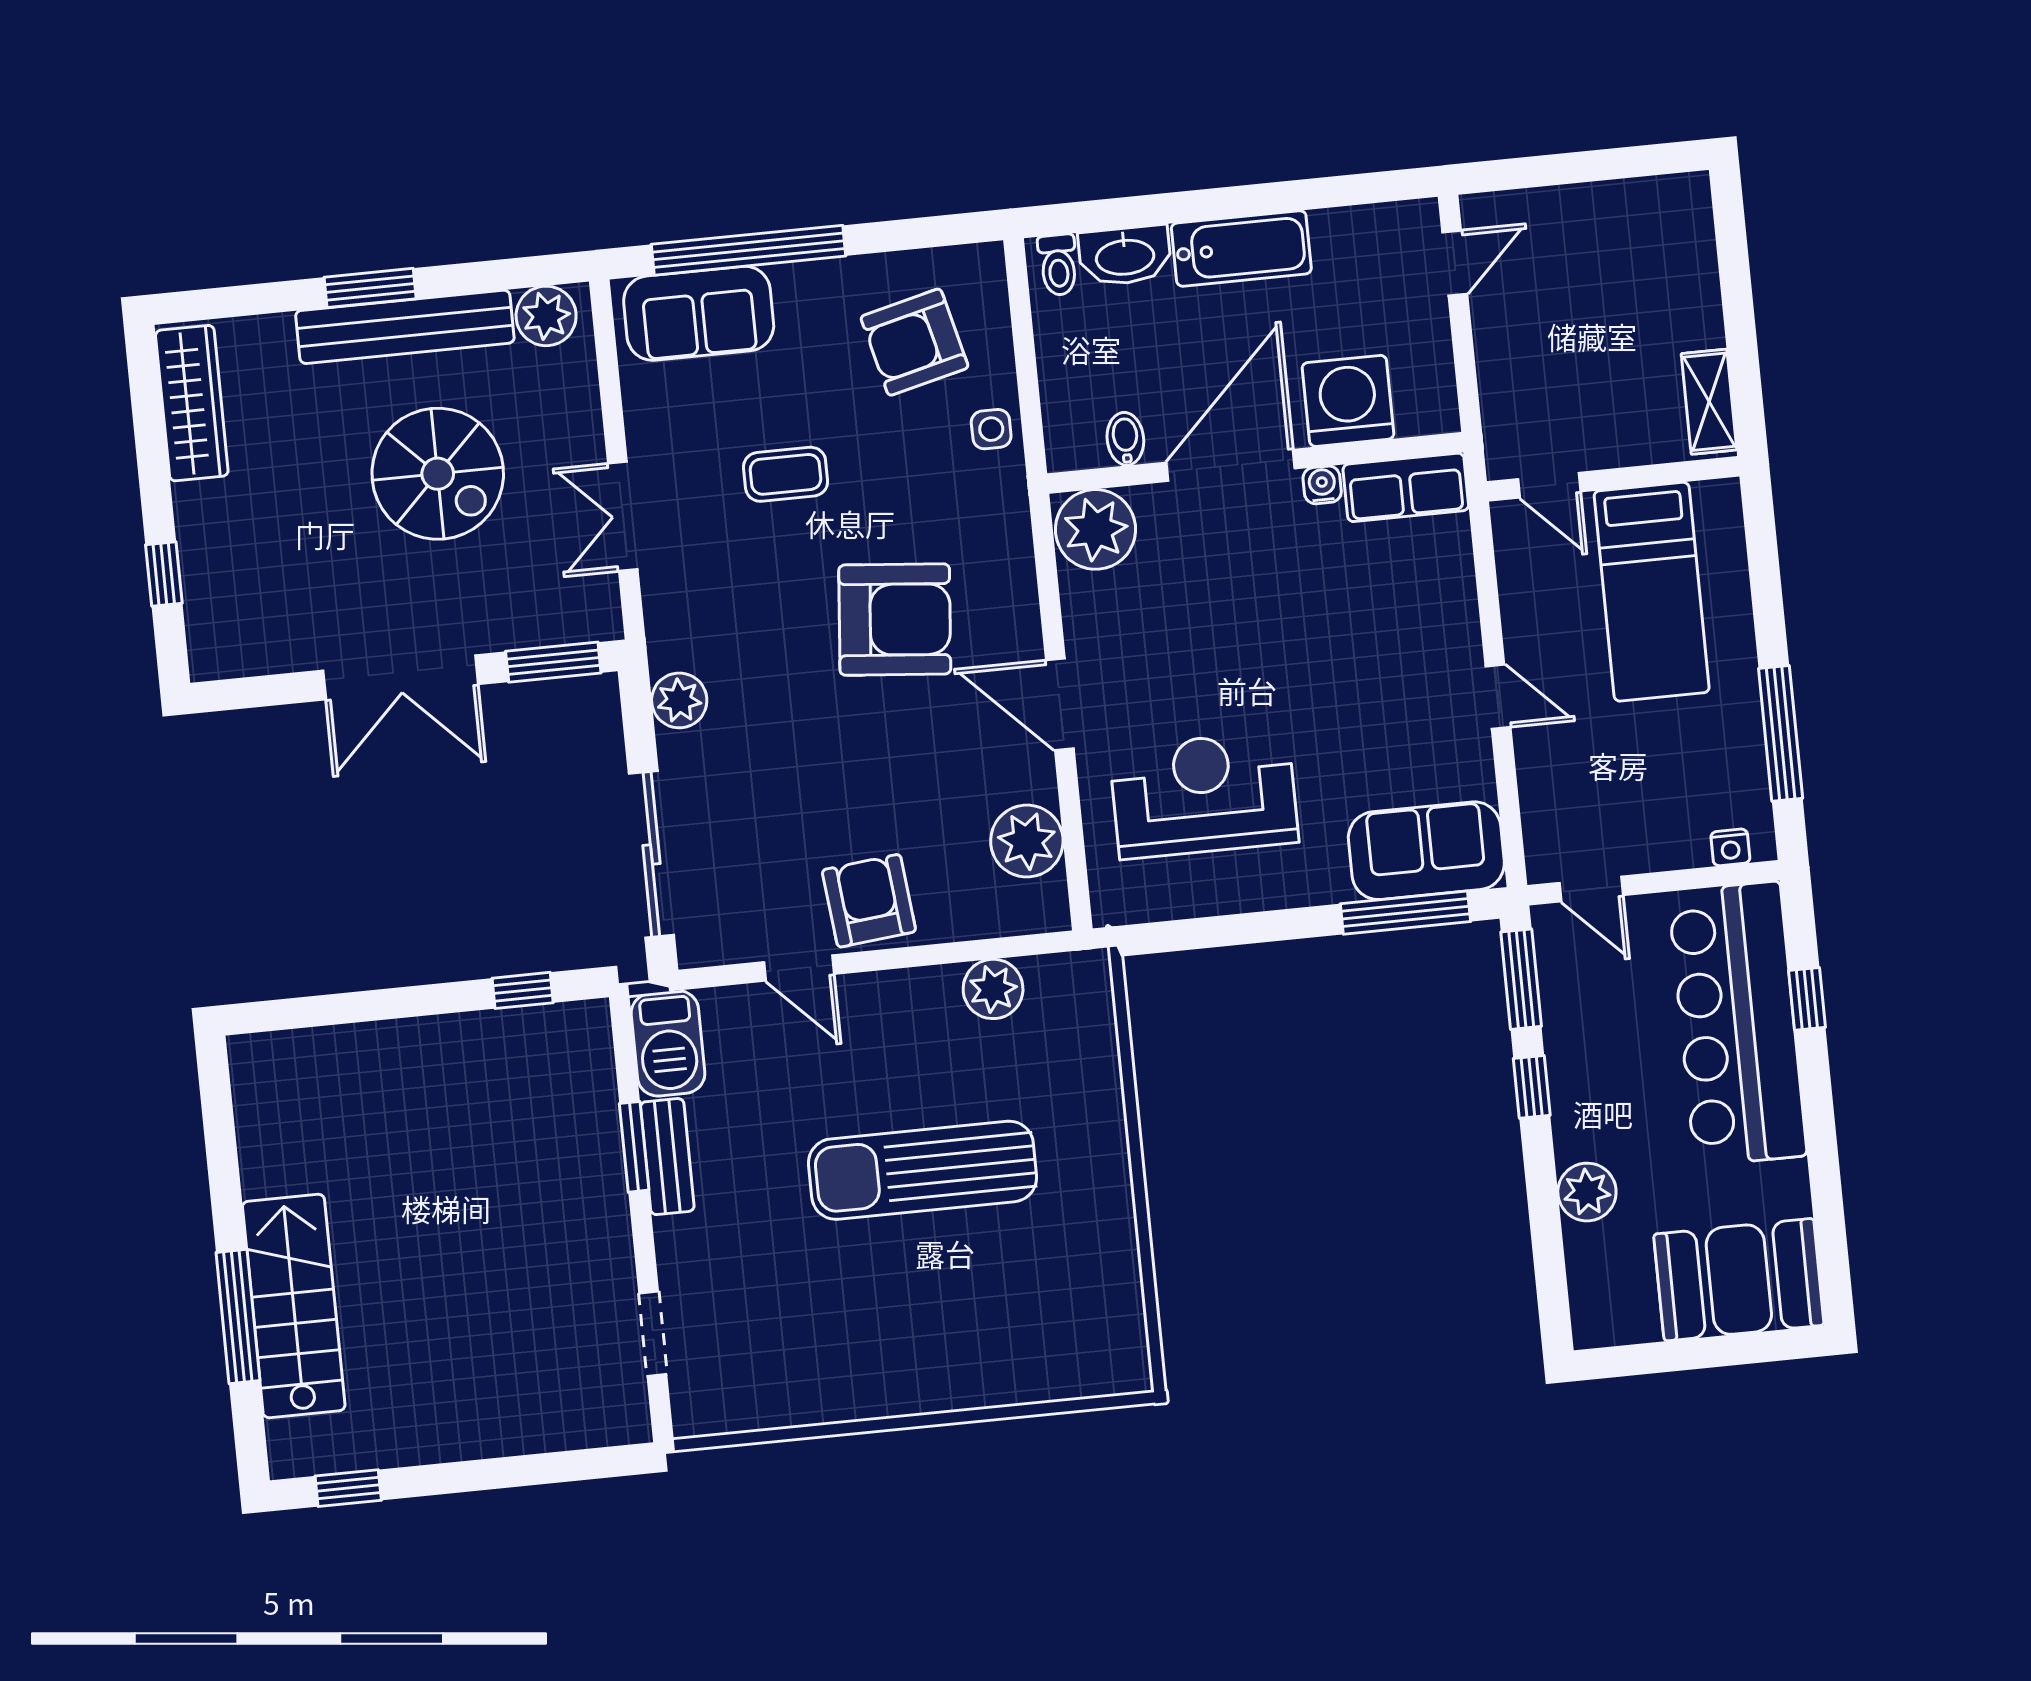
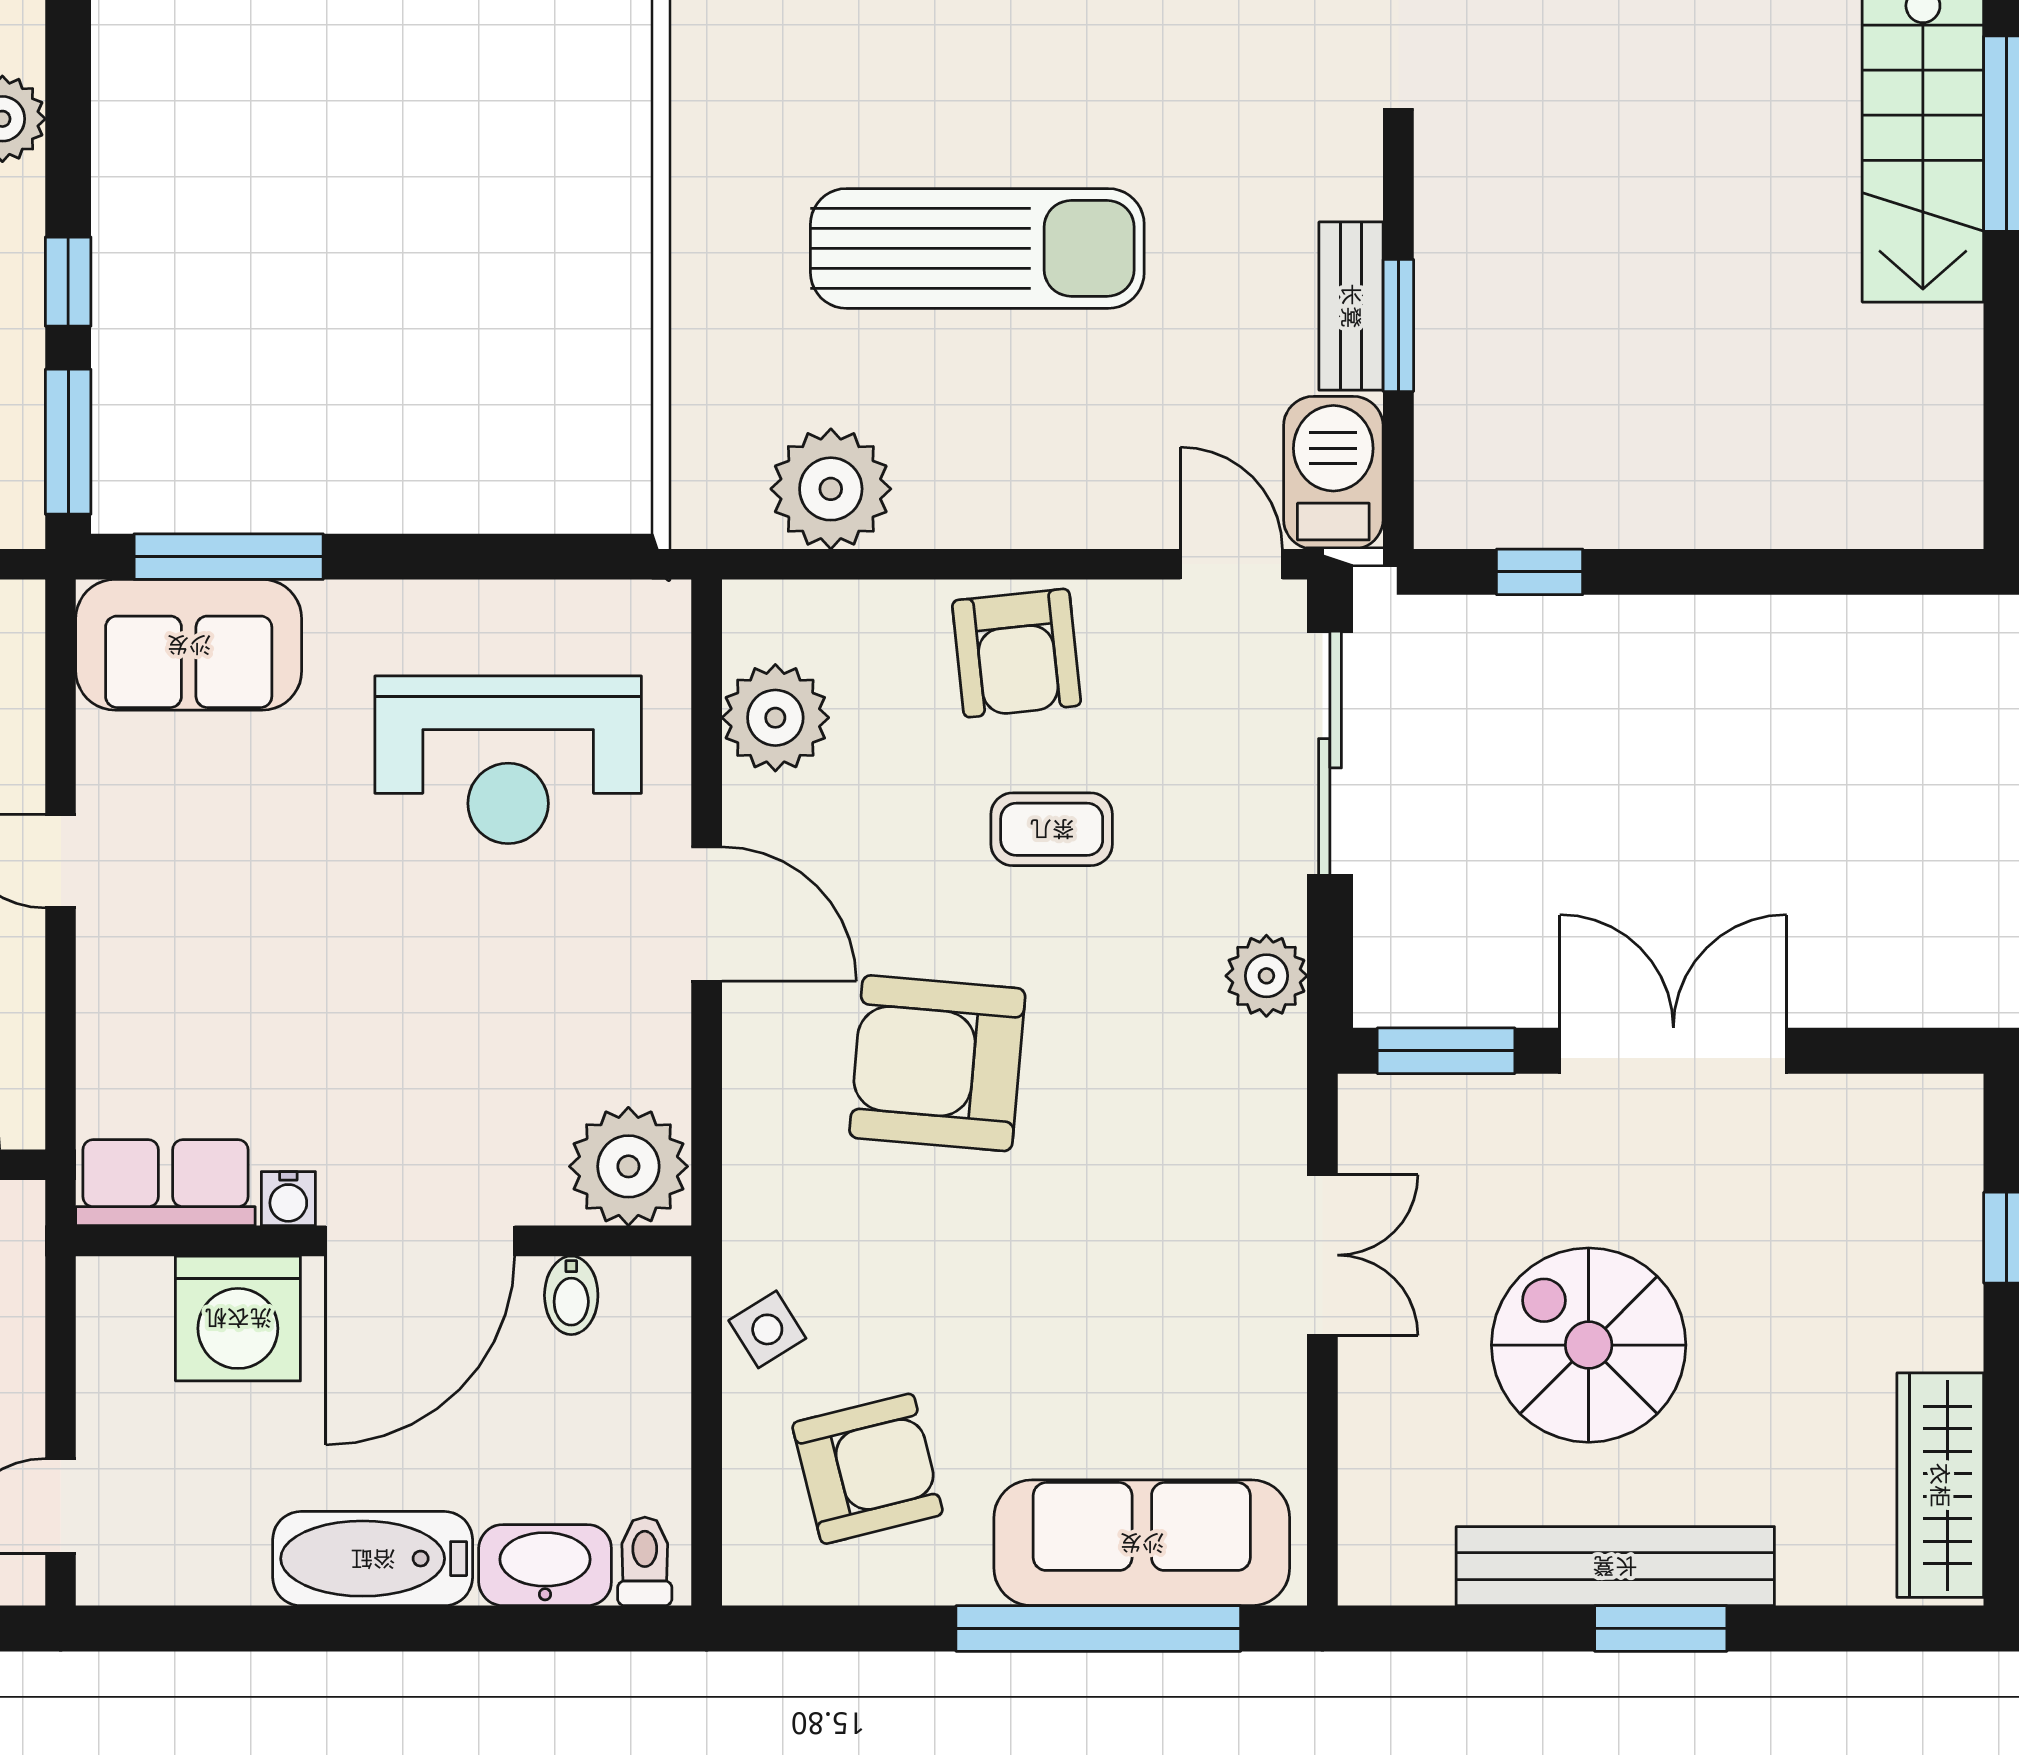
sofa: (699, 313) -> (1142, 1543), width x1.36
plant: (546, 316) -> (1406, 1561), removed
side table: (991, 429) -> (767, 1329), turned -32
coffee table: (786, 474) -> (1052, 829), moved
door: (799, 968) -> (1231, 564), moved
plant: (993, 989) -> (831, 489), width x1.36, depth x1.36

